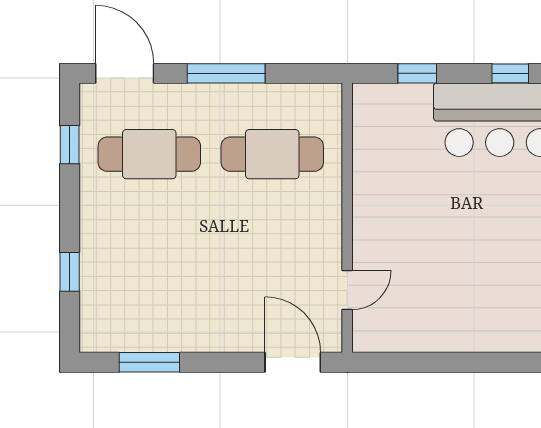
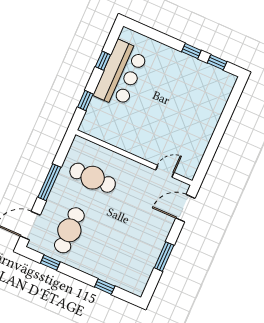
cafe table: (272, 154) -> (93, 178), turned 90
door: (347, 290) -> (165, 171), hinge flipped
window: (149, 362) -> (164, 257), moved

